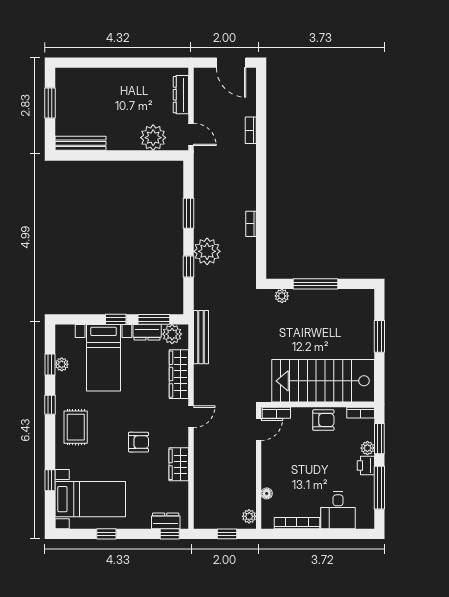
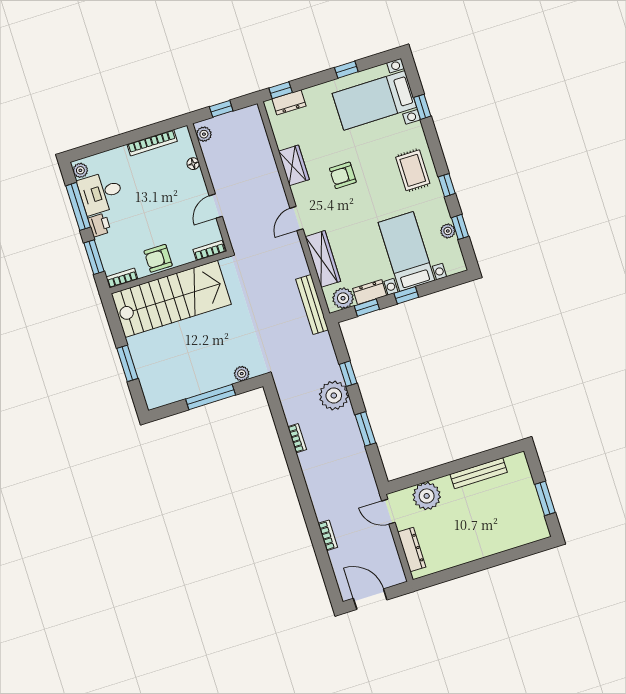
bench: (80, 143) -> (479, 473), moved
window: (154, 319) -> (367, 308), width x0.67
door: (259, 430) -> (216, 206), moved
plant: (367, 448) -> (80, 170), moved
desk: (338, 510) -> (101, 193), moved, turned -90

